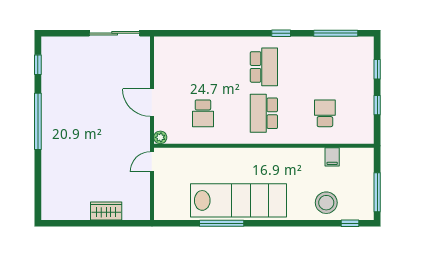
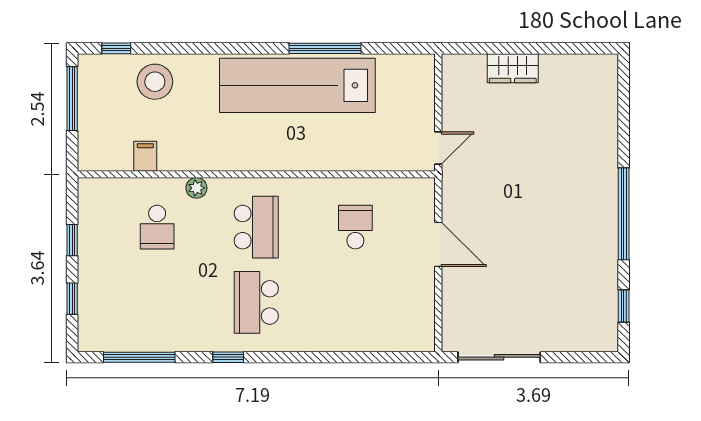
plant: (160, 137) -> (196, 188), moved

